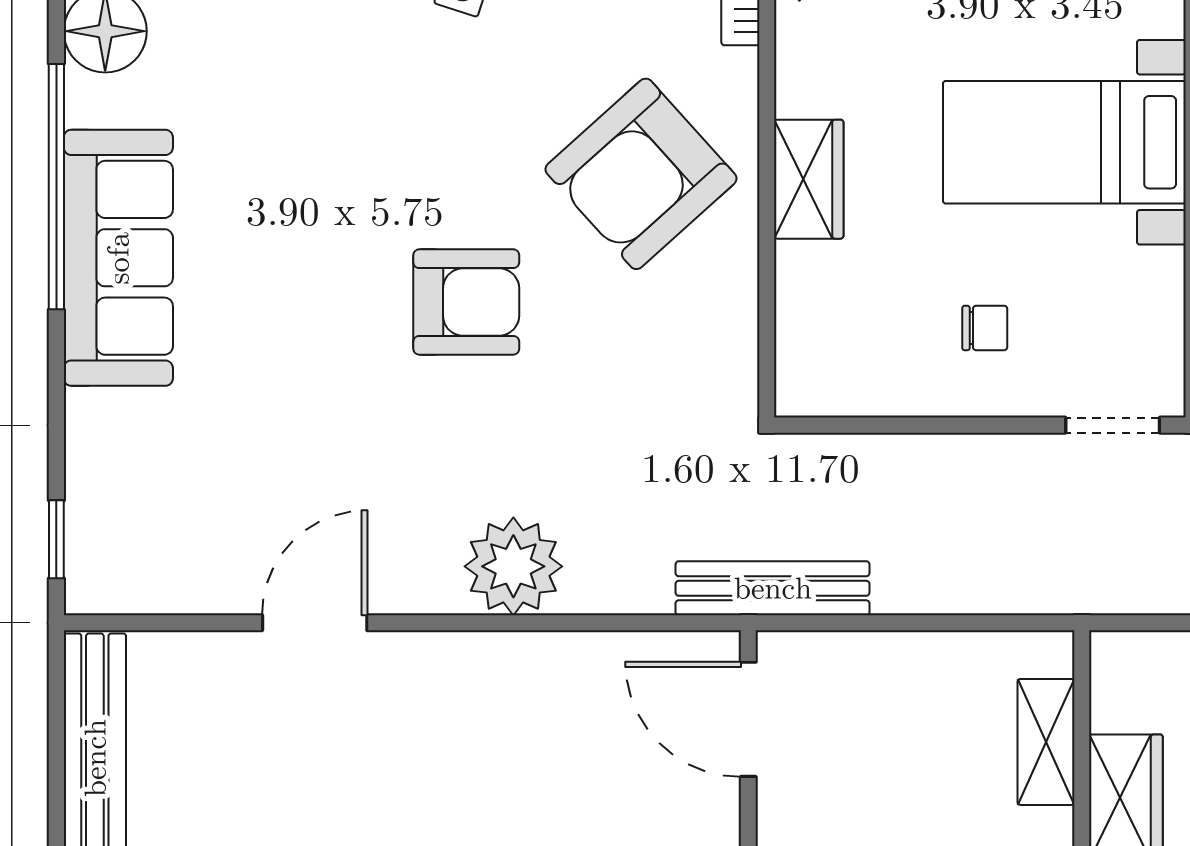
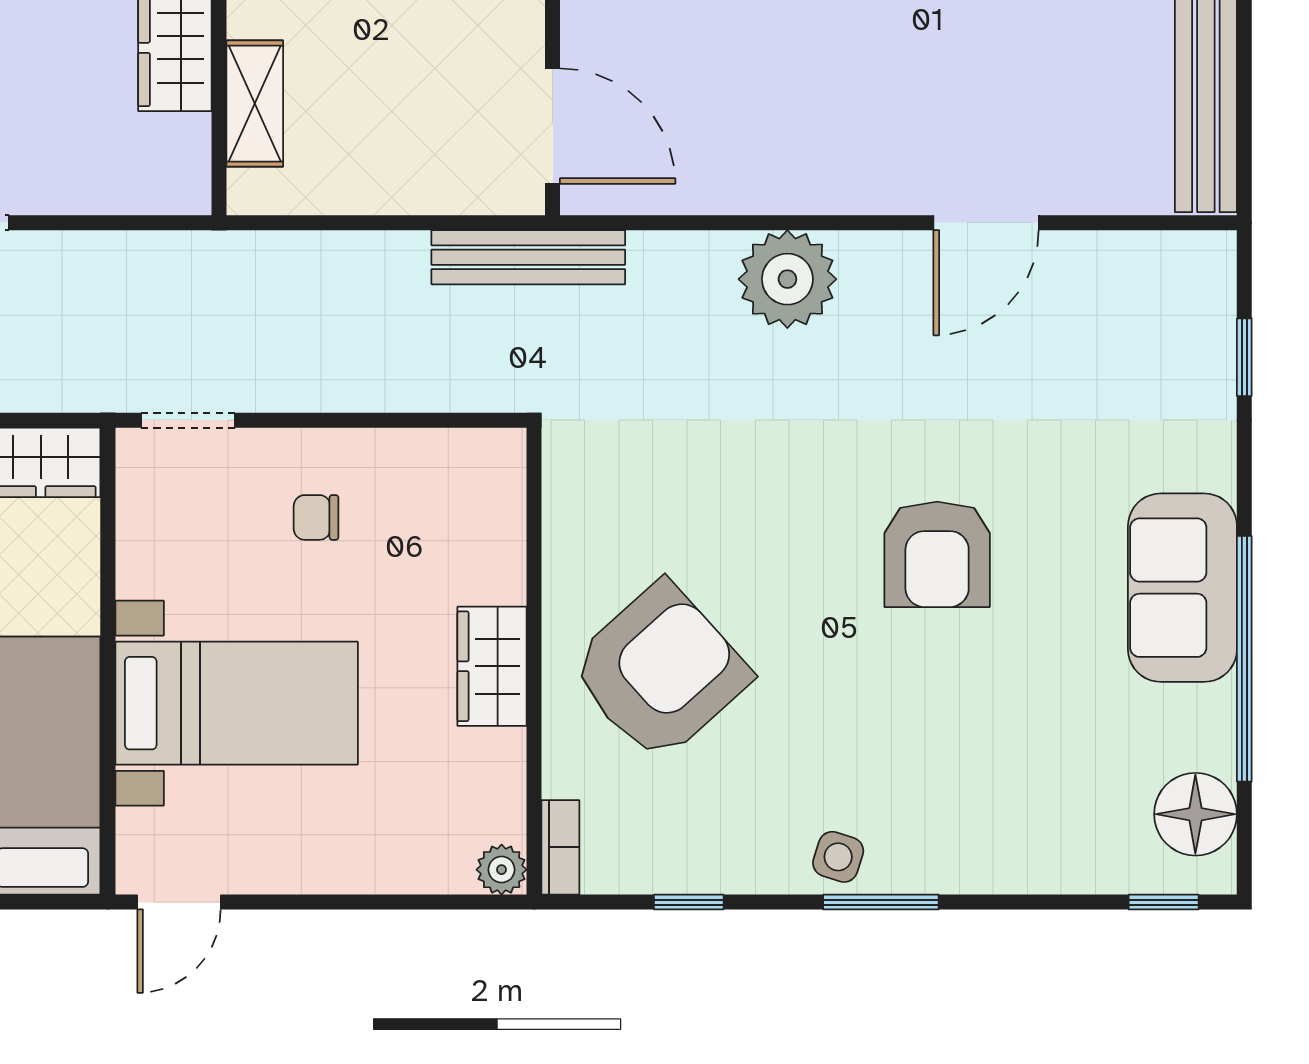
sofa: (118, 258) -> (1182, 588), width x0.73
armchair: (466, 302) -> (937, 554), moved, turned -90
window: (56, 539) -> (1244, 357), moved

